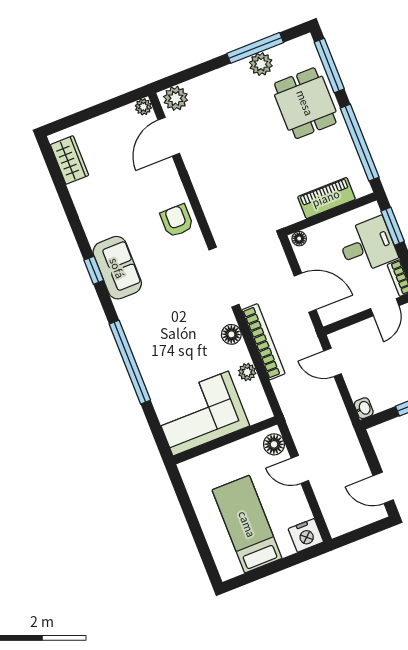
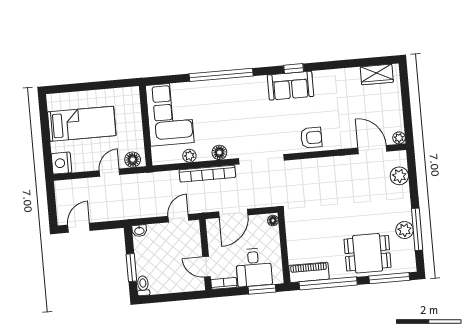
plant: (176, 98) -> (399, 176), moved
piano: (326, 198) -> (309, 272), moved, turned -90

